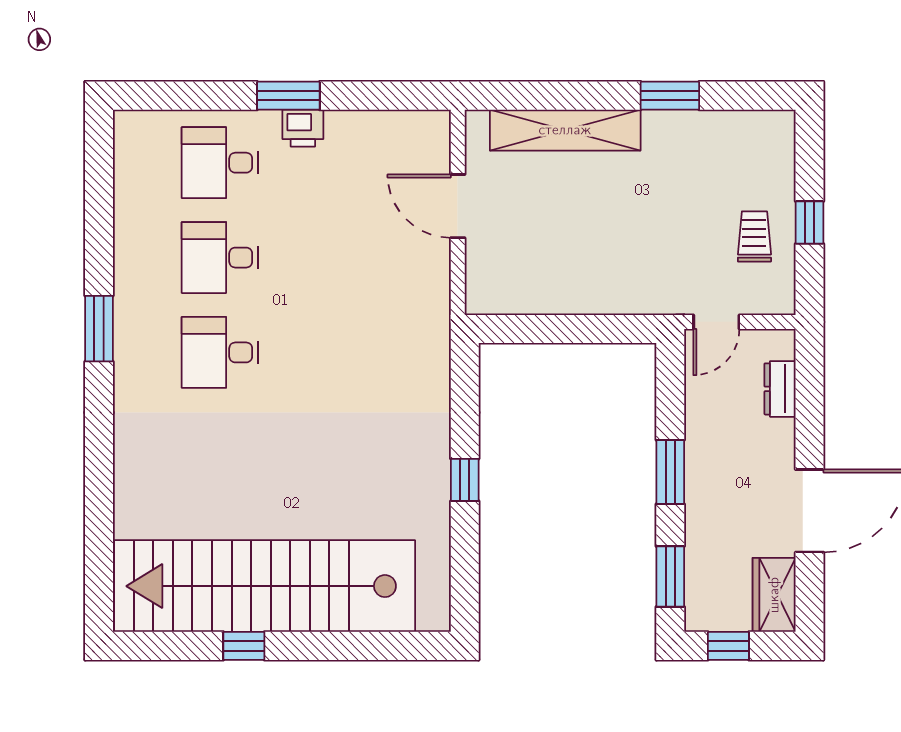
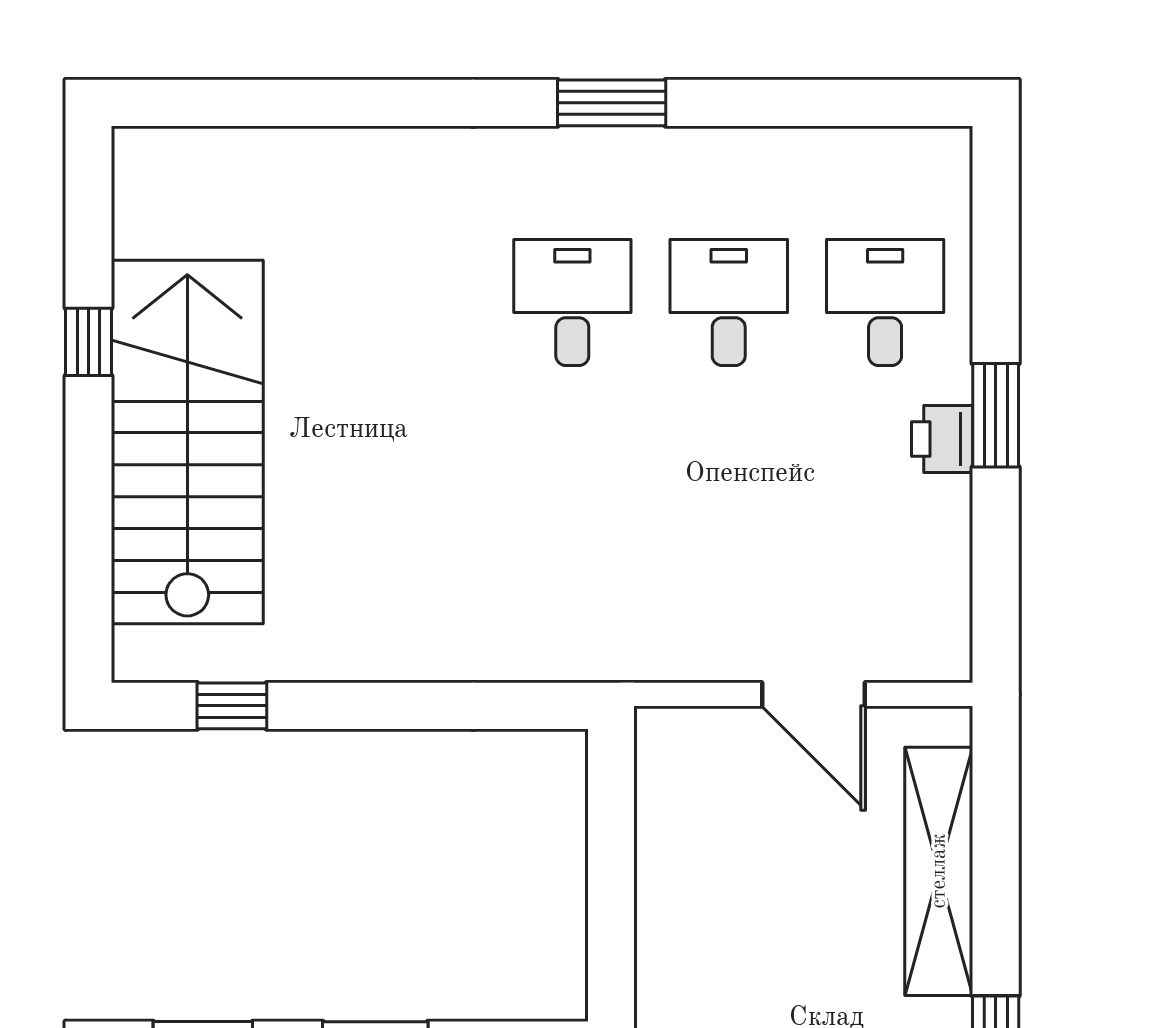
door: (458, 206) -> (814, 694), swing flipped
window: (465, 480) -> (232, 706), moved
stairs: (265, 586) -> (187, 442), width x0.73

